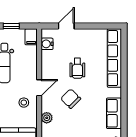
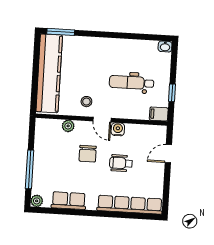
door: (66, 26) -> (168, 154), swing flipped
water cooler: (47, 44) -> (118, 129), moved
chair: (71, 99) -> (88, 154), turned 135

